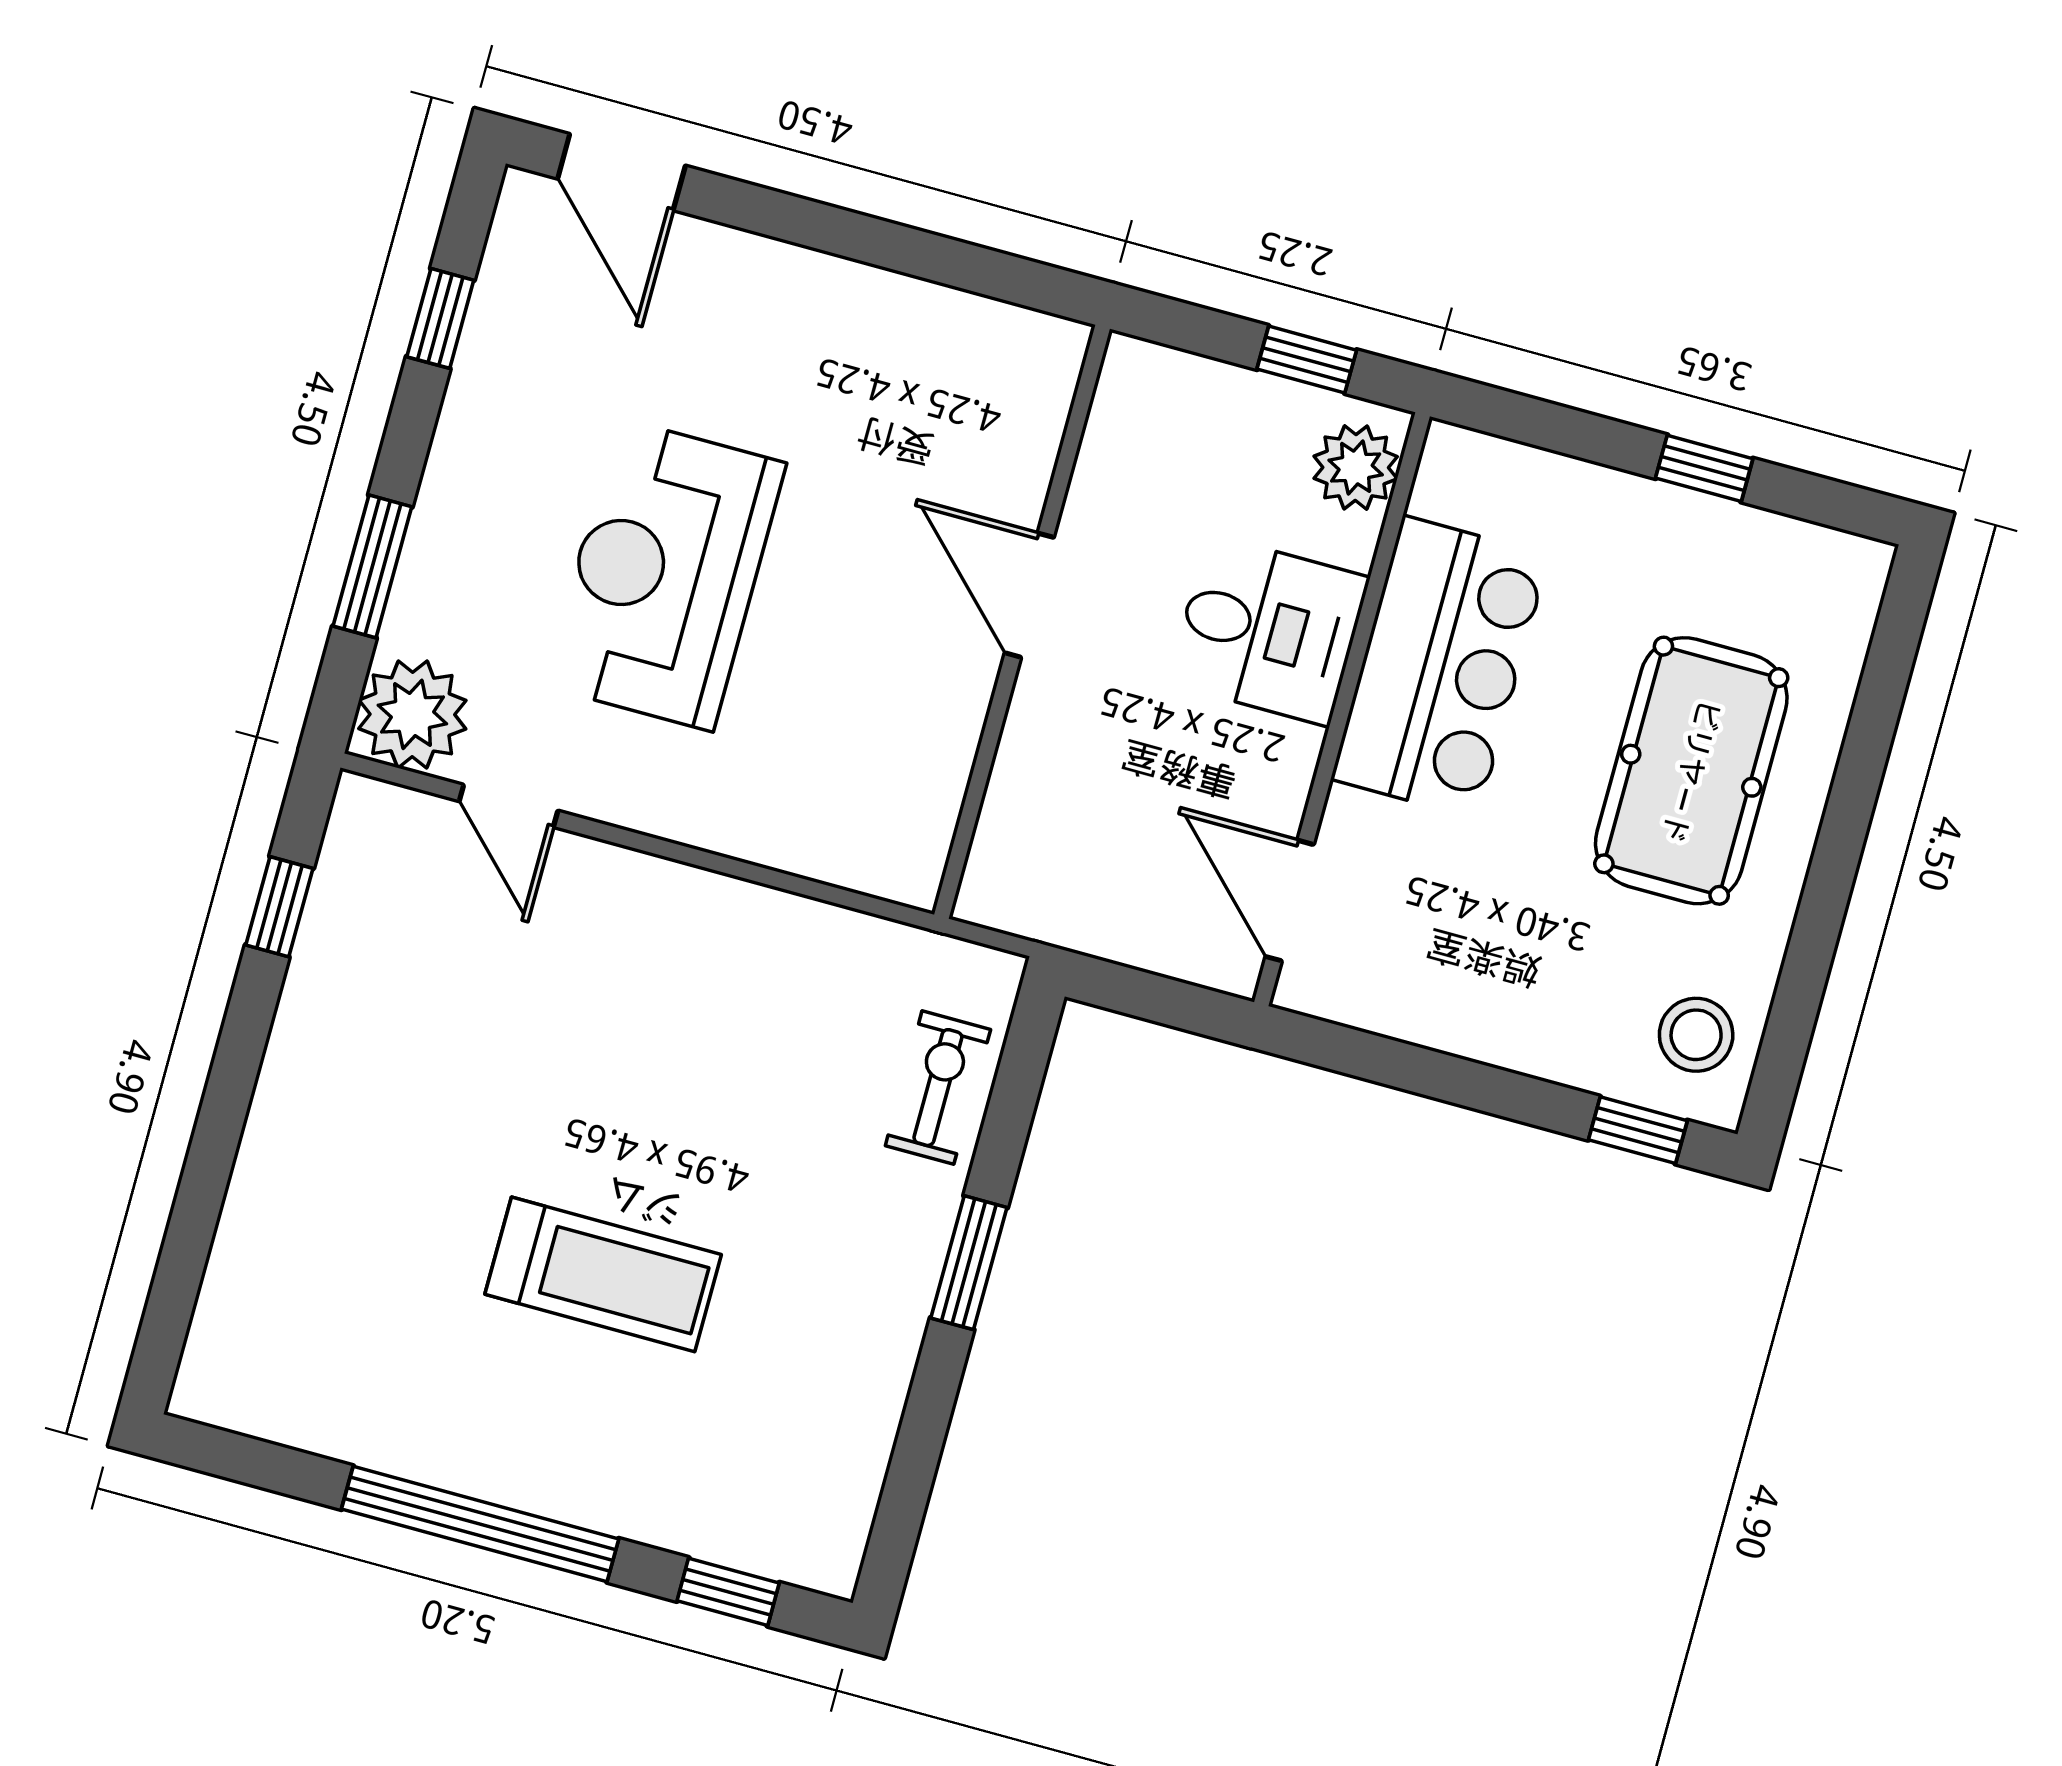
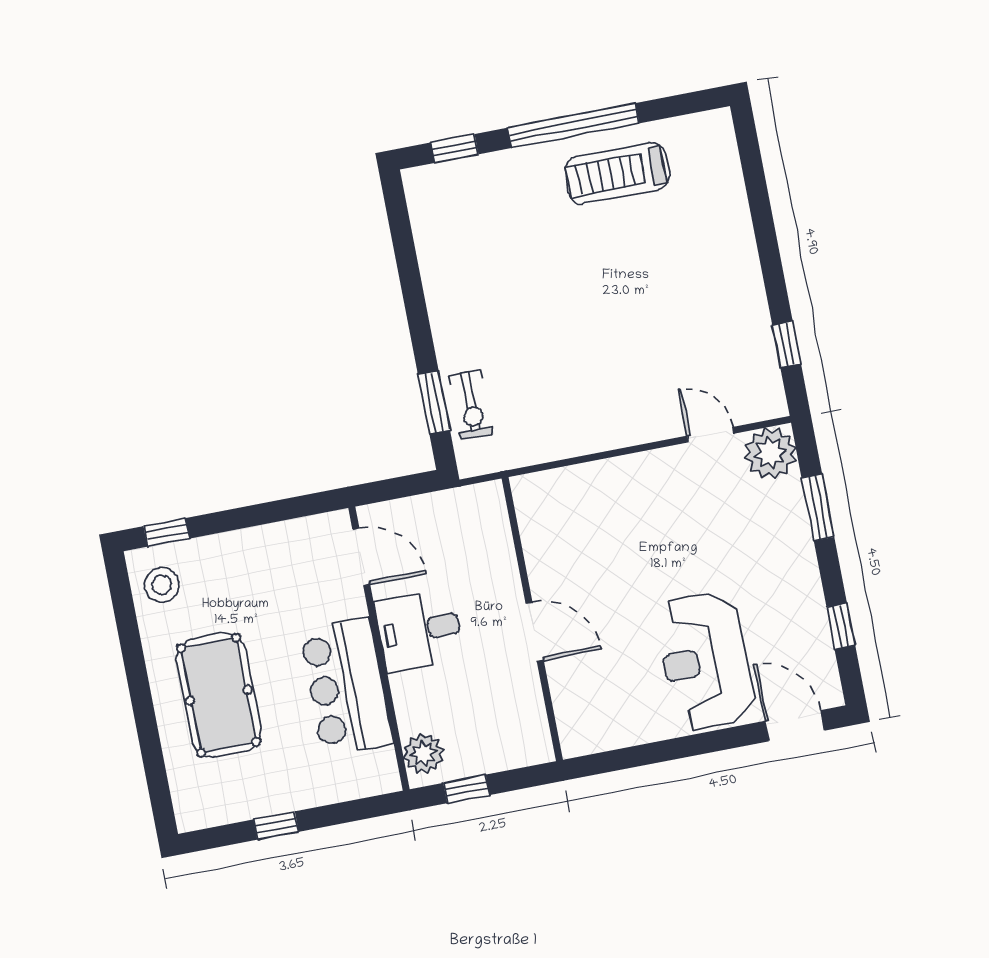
reception desk: (665, 575) -> (705, 661), moved, turned 180
desk: (1269, 630) -> (419, 630), moved
window: (969, 1263) -> (434, 402), moved
treadmill: (603, 1274) -> (617, 173), moved

